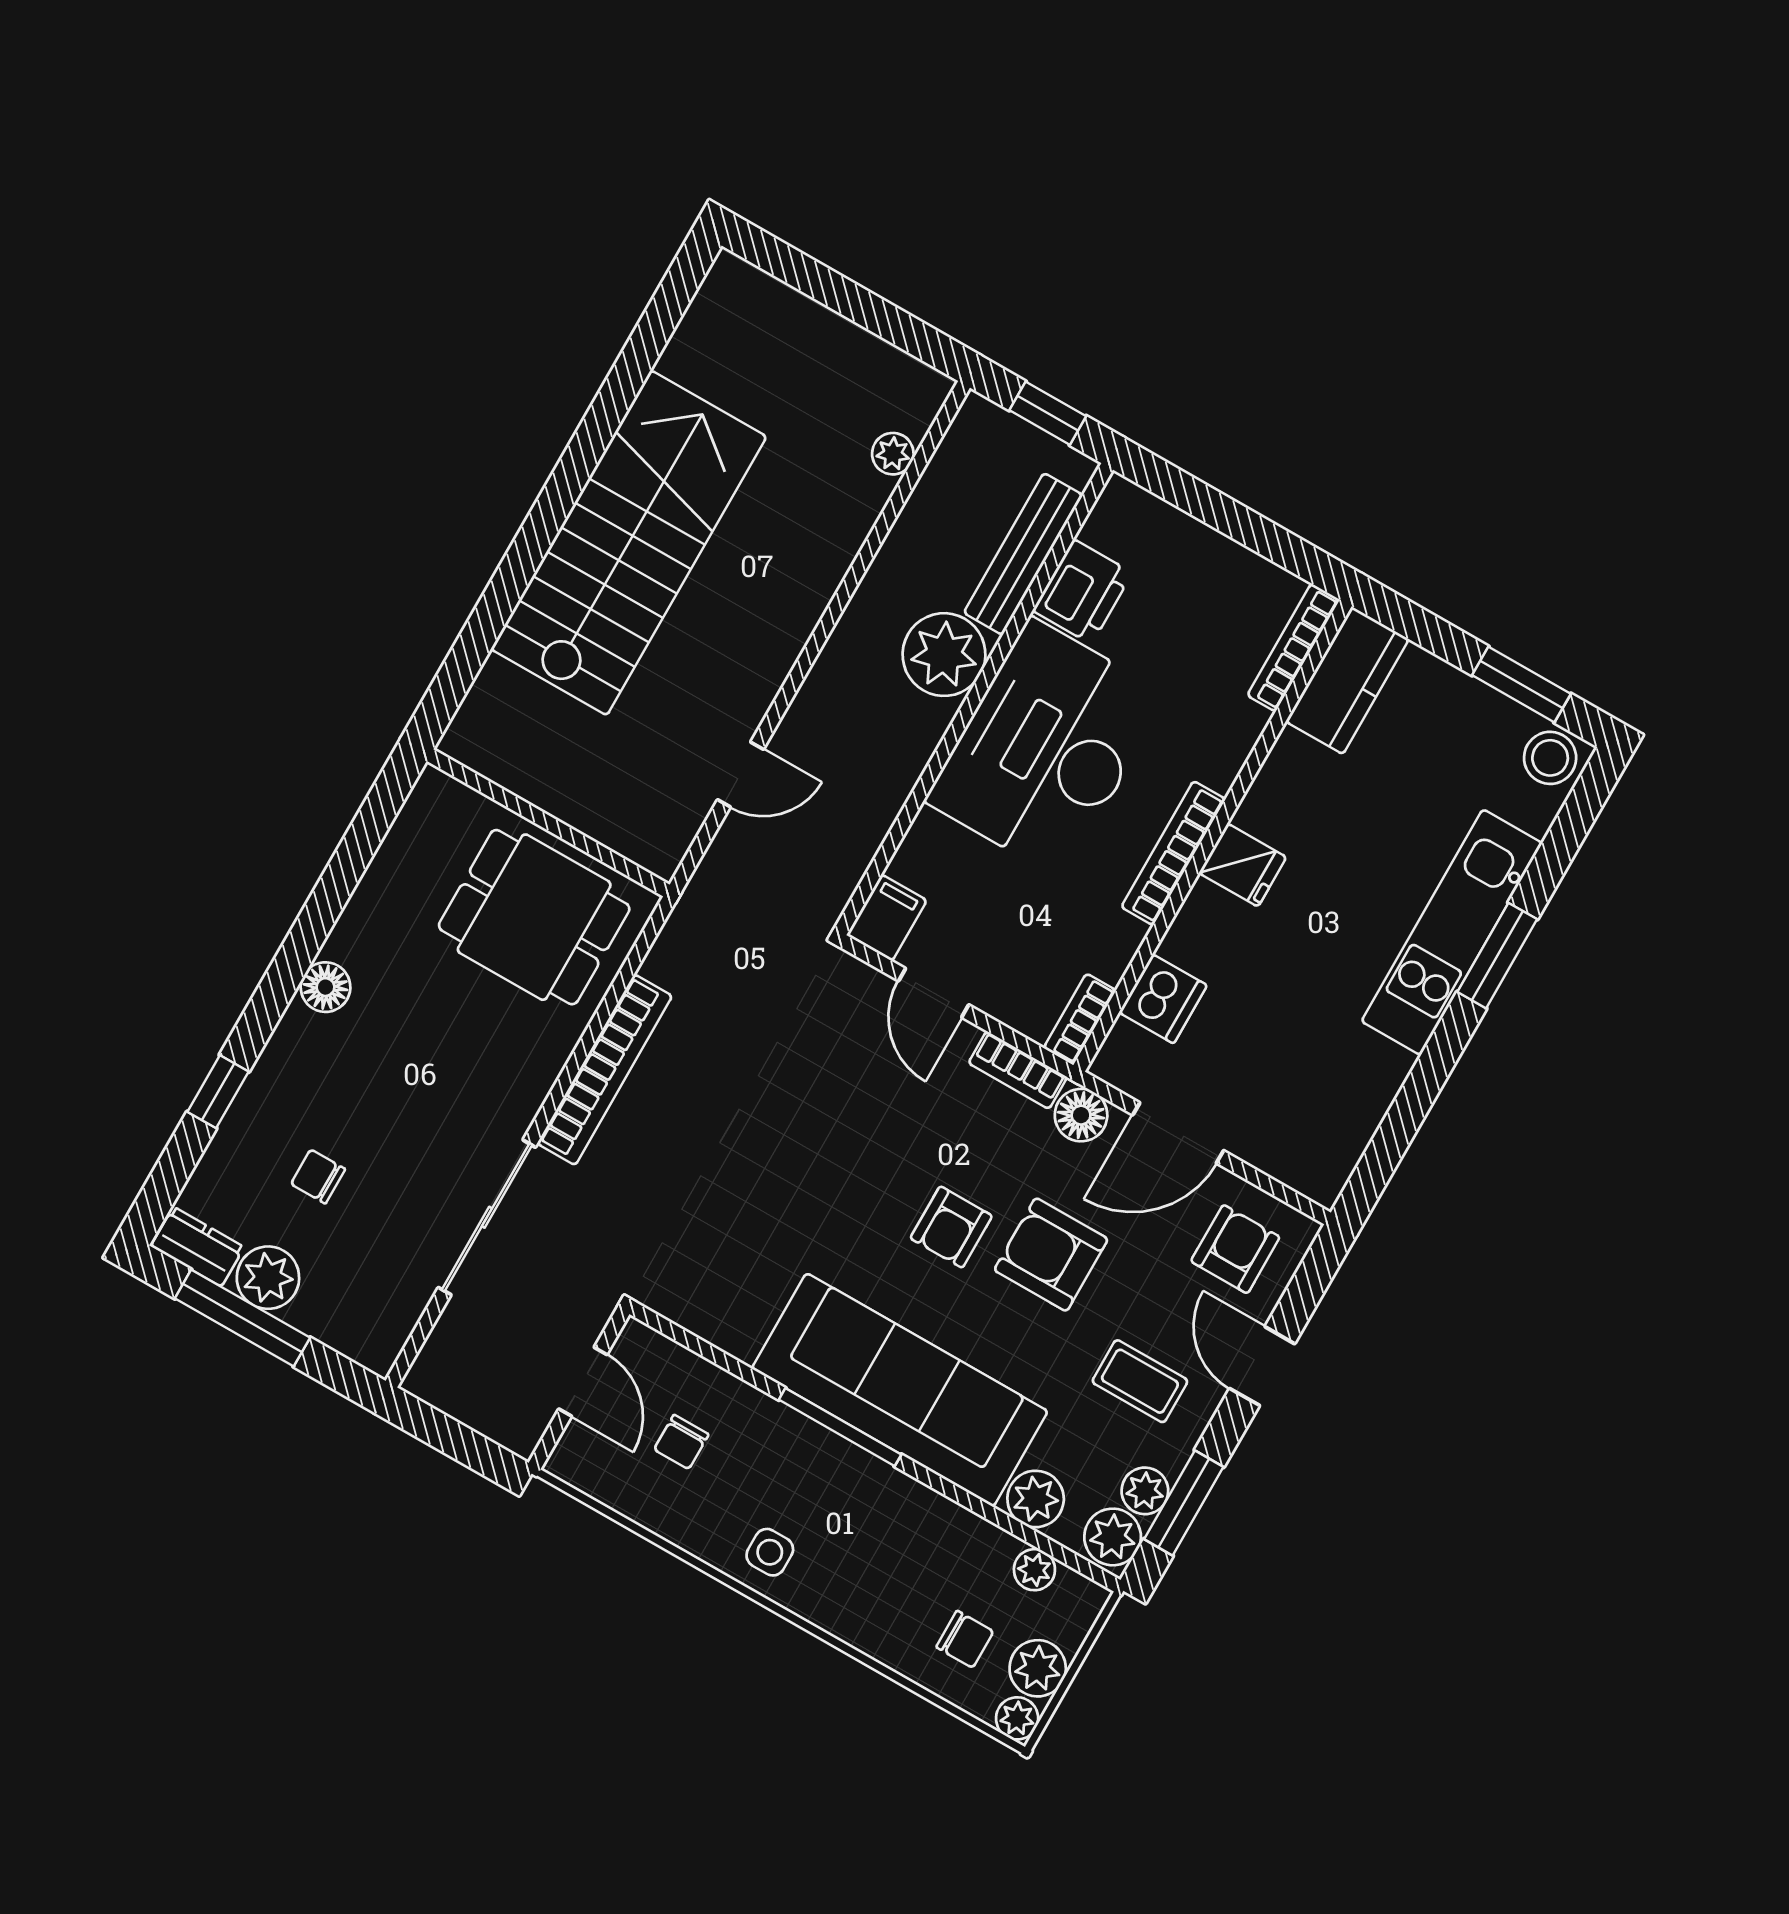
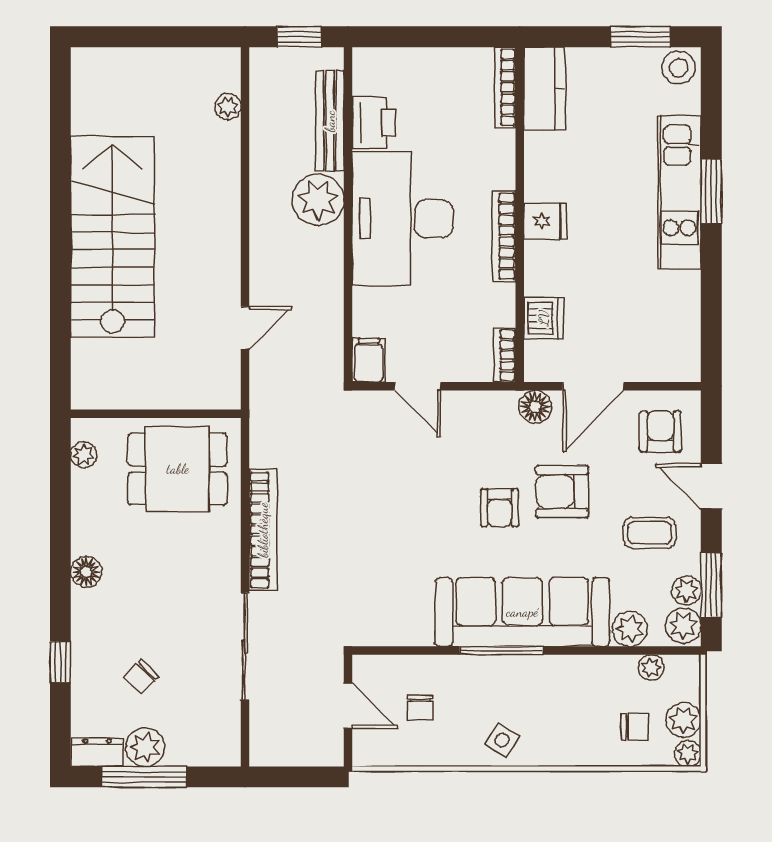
plant: (415, 823) -> (84, 455), added
bookcase: (1018, 1070) -> (487, 402), removed
chair: (318, 1176) -> (141, 677), turned -45
side table: (770, 1552) -> (502, 740), turned 33

